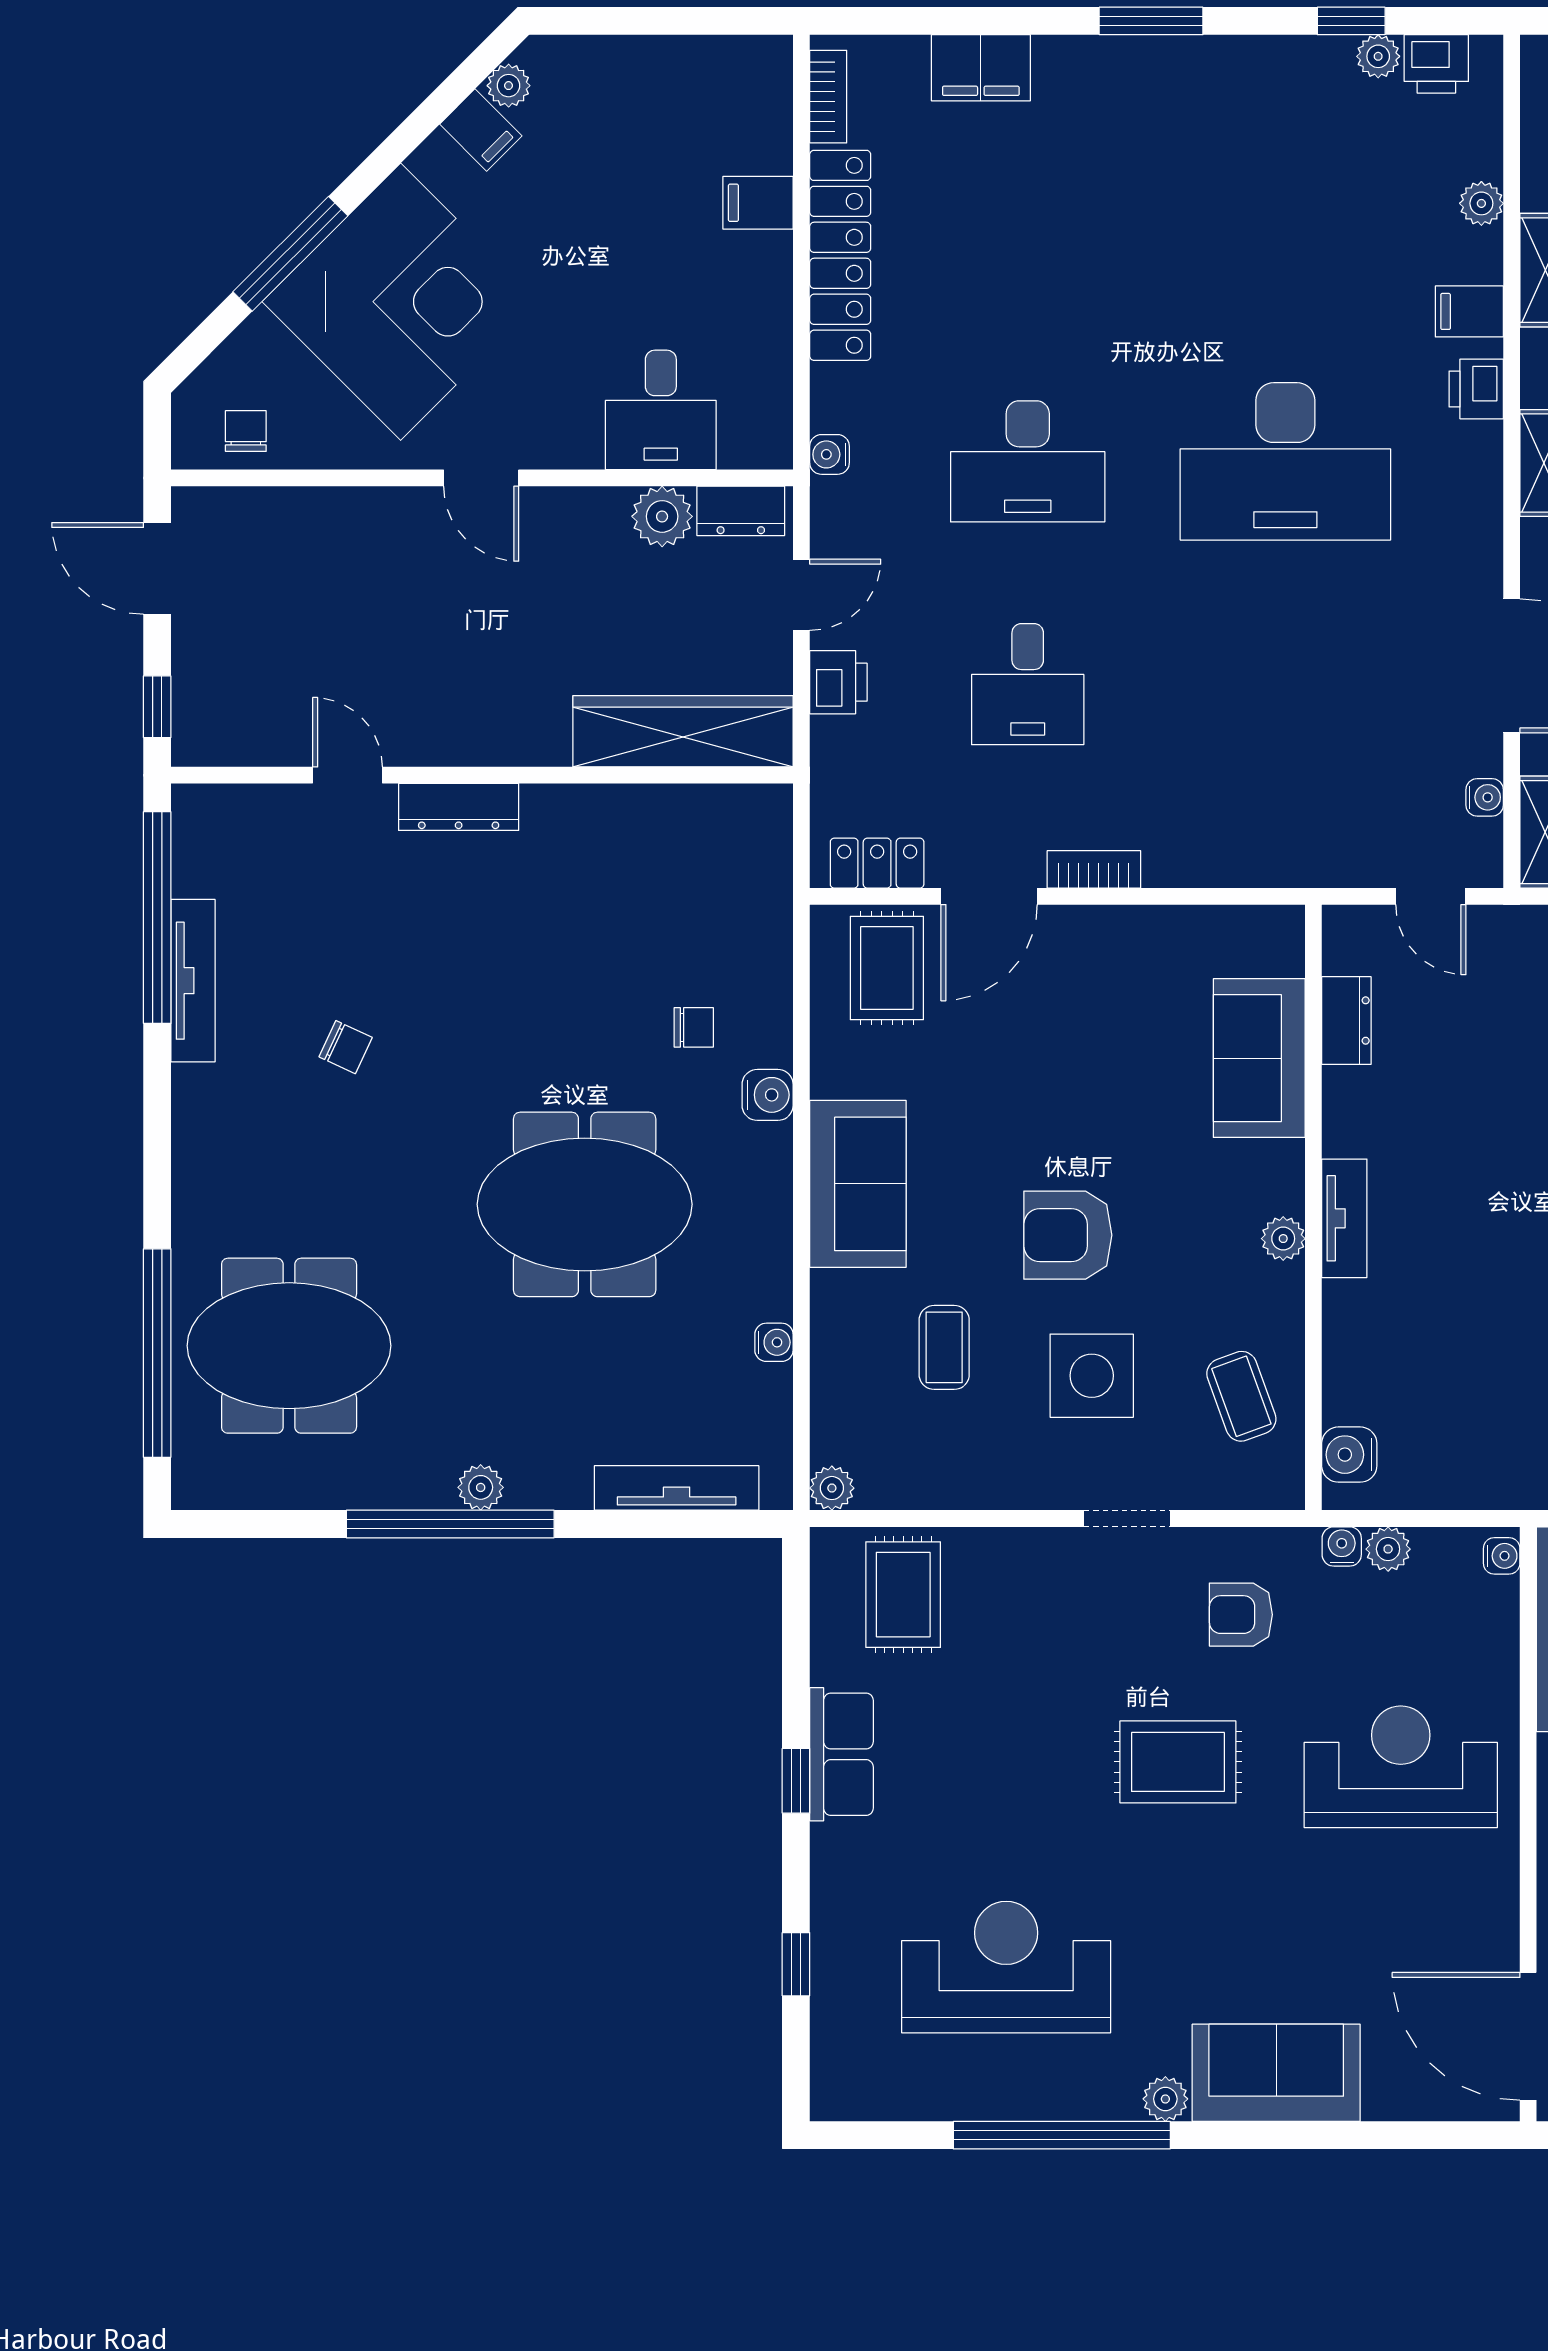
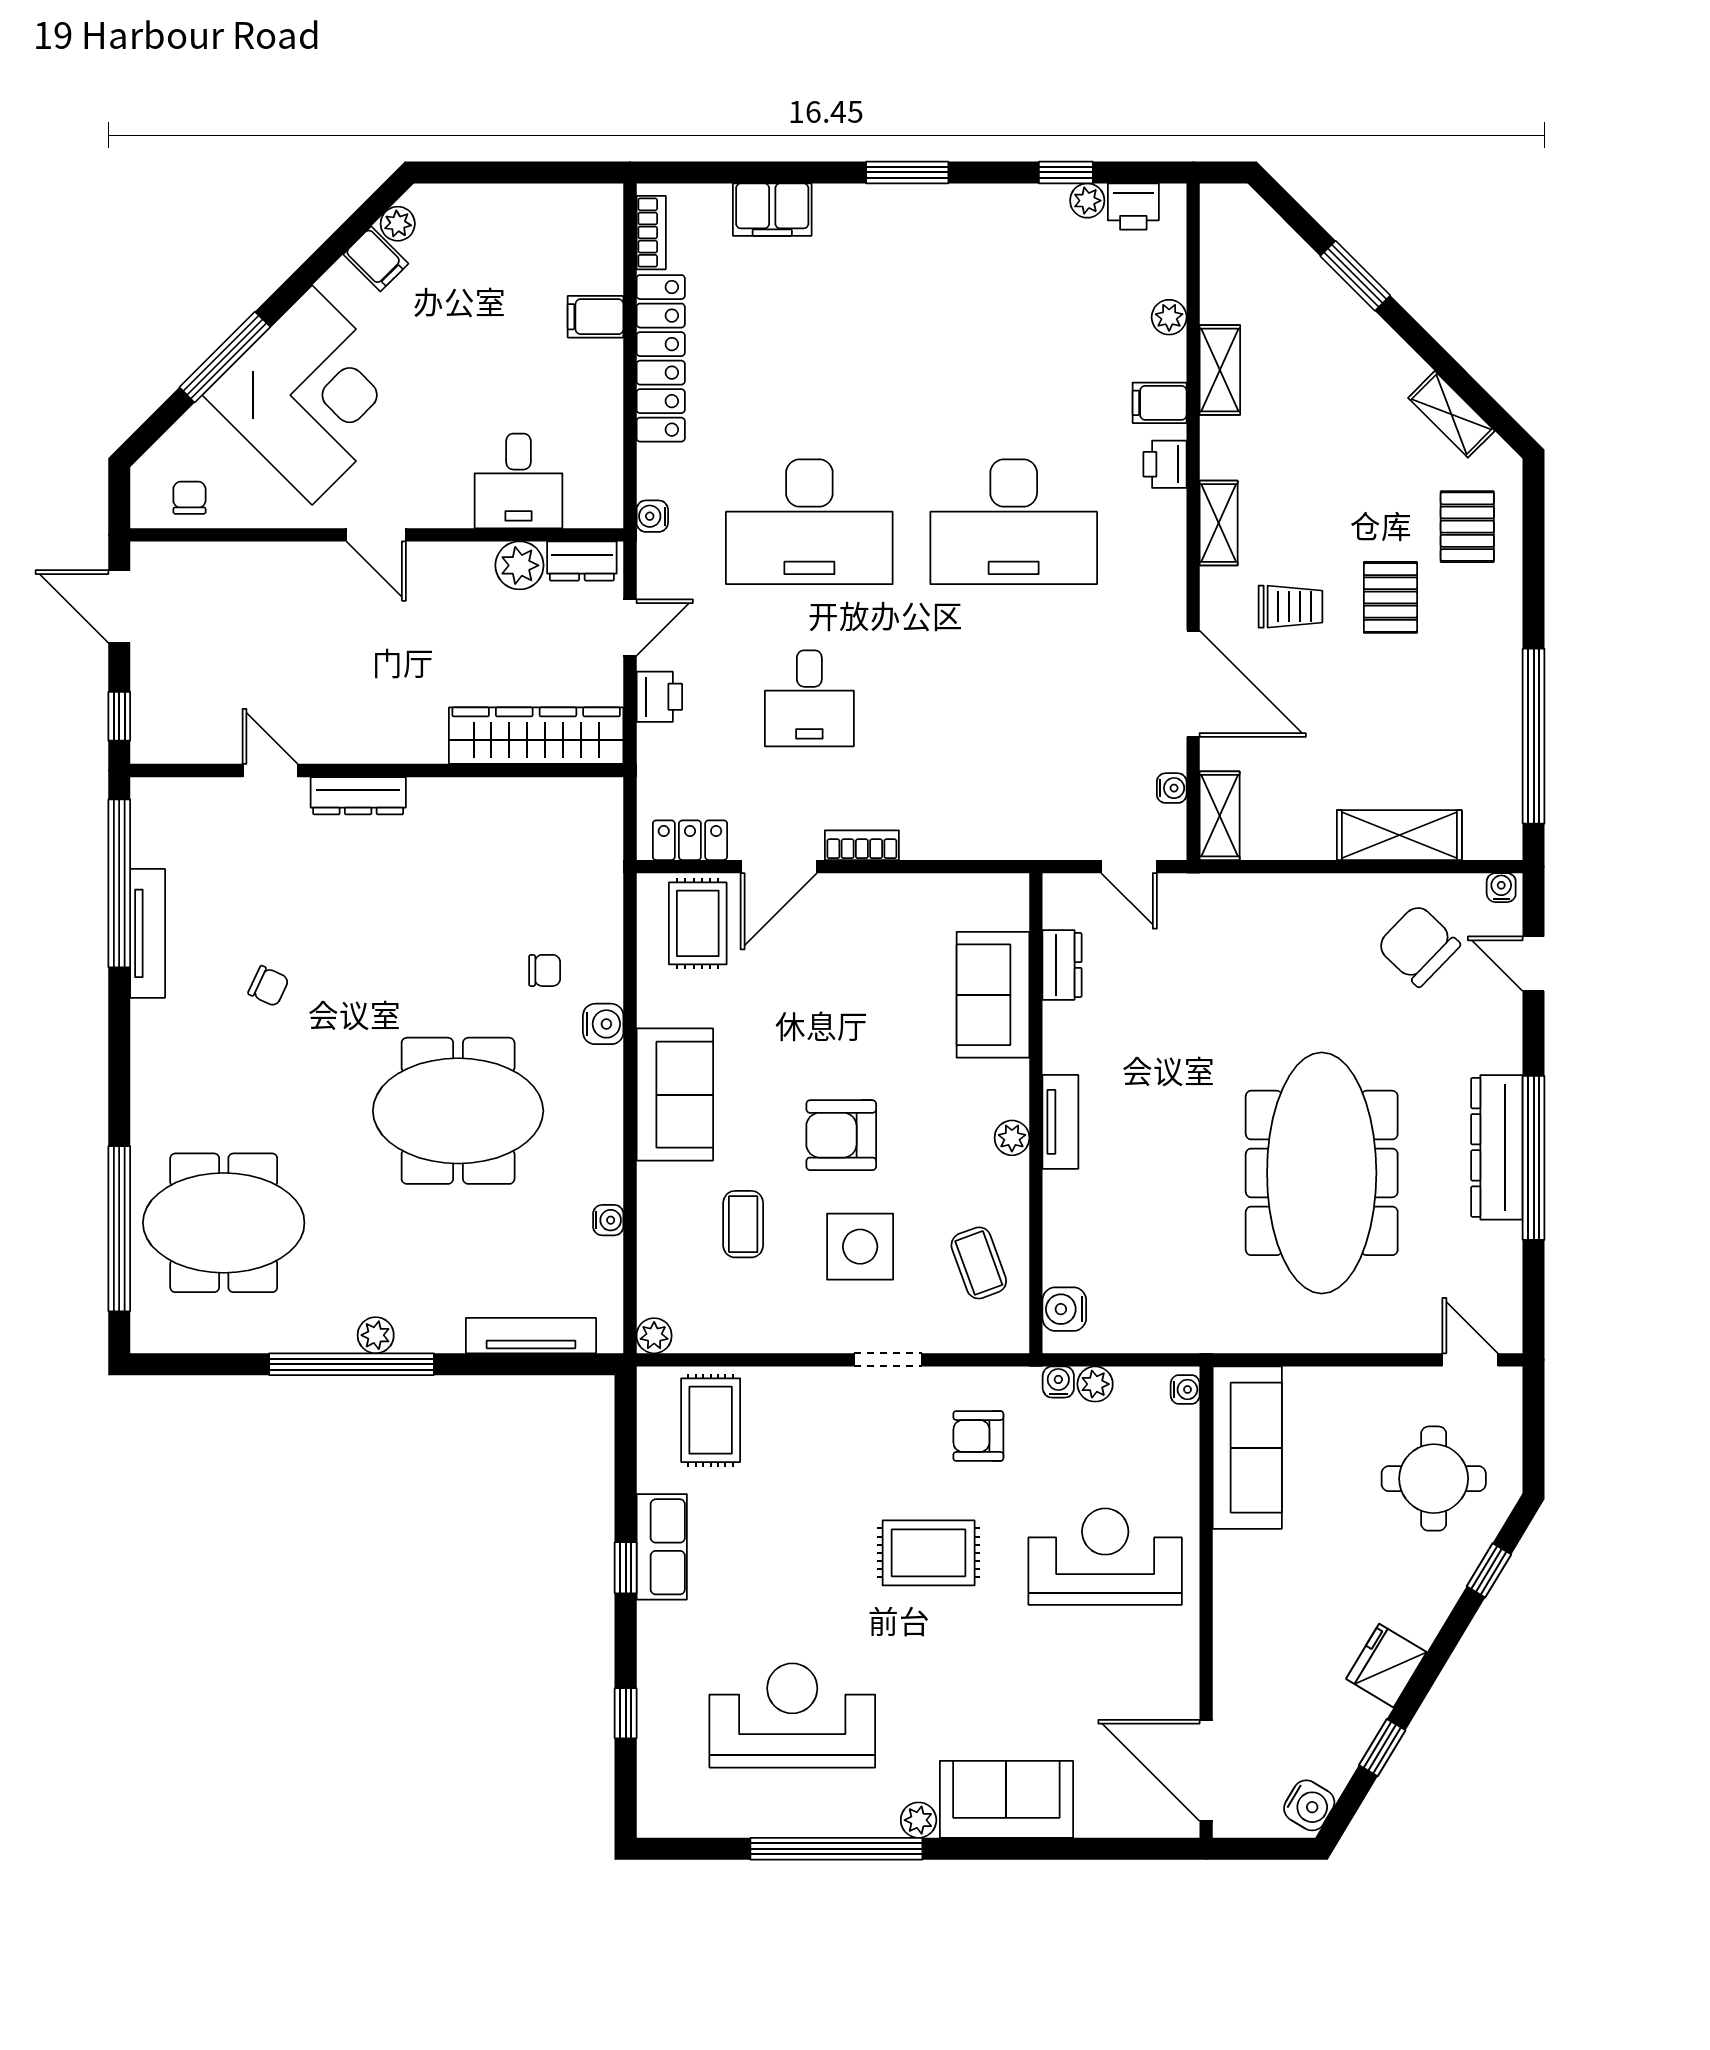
desk: (1028, 461) -> (809, 522), width x1.36, depth x1.30

